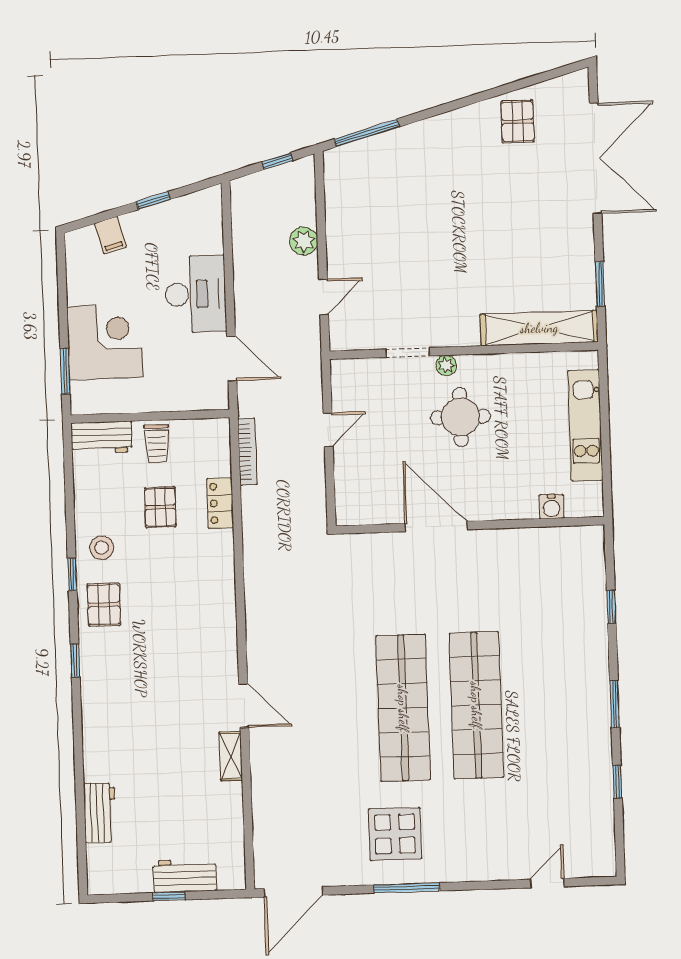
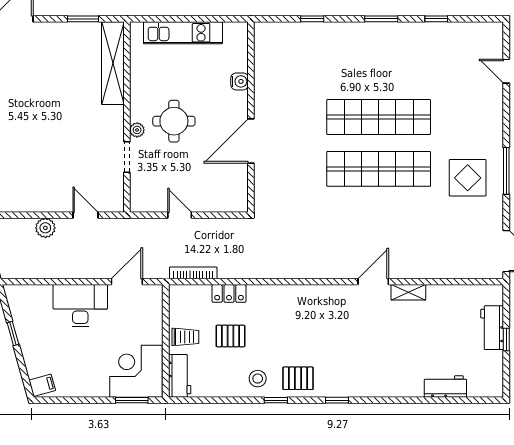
filing cabinet: (110, 235) -> (42, 385), moved
corner desk: (105, 342) -> (136, 371), moved
water cooler: (551, 506) -> (240, 81), moved

